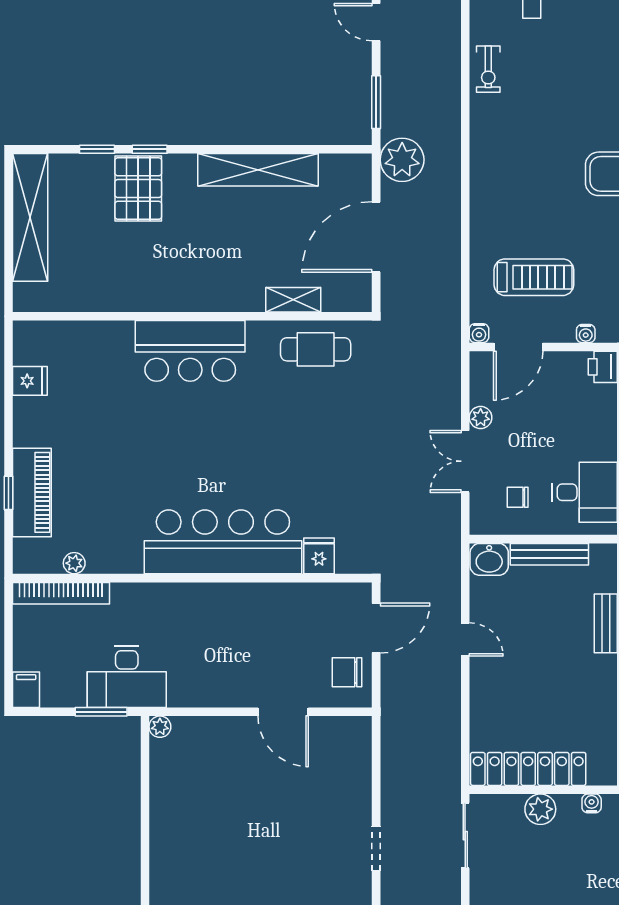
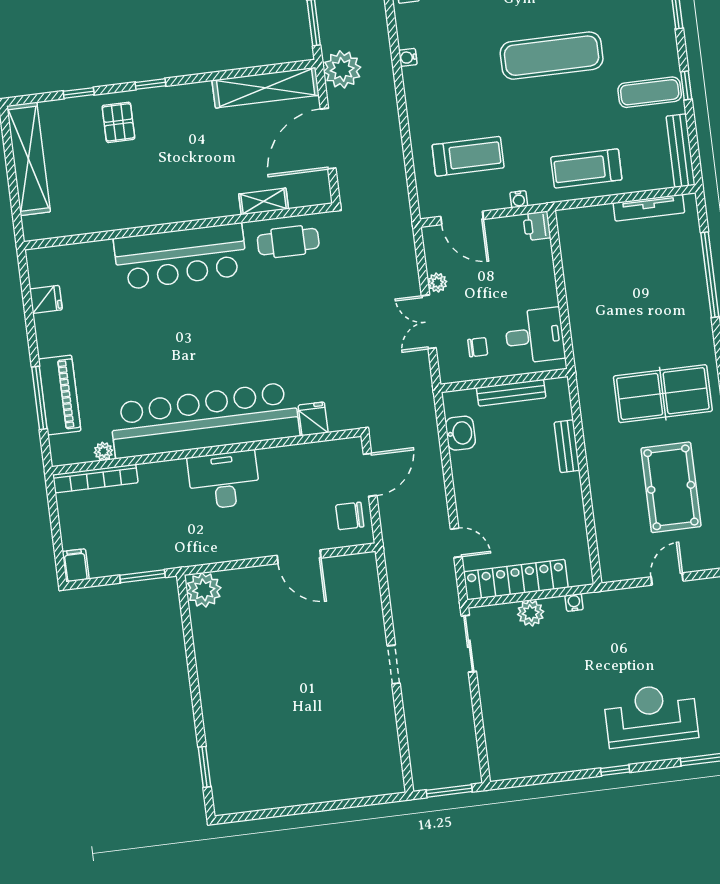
window: (150, 149) -> (150, 84), moved
shelving: (258, 170) -> (266, 88), moved
pallet: (138, 189) -> (118, 122), width x0.67, depth x0.71
water cooler: (479, 333) -> (408, 57), moved, turned 90
door: (518, 347) -> (462, 218), hinge flipped
bar counter: (190, 351) -> (180, 256), width x1.36
window: (8, 493) -> (39, 398), width x2.17
chair: (518, 497) -> (478, 347), turned 180
bar counter: (223, 542) -> (205, 420), width x1.36
washbasin: (489, 559) -> (460, 433), moved, turned -90
door: (465, 639) -> (456, 543), moved
desk: (127, 677) -> (224, 480), moved, turned 180
plant: (160, 727) -> (204, 590), width x1.87, depth x1.87

